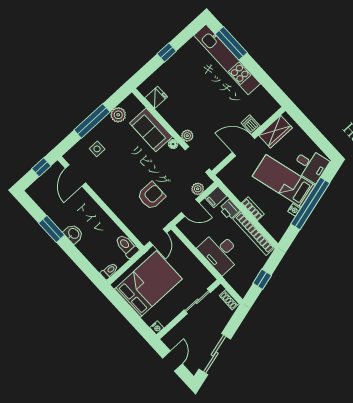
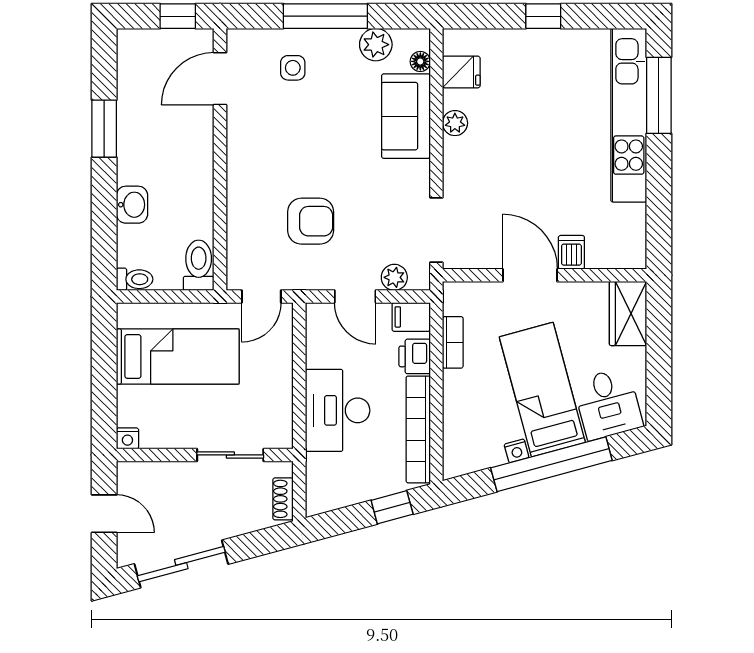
wardrobe: (276, 132) -> (628, 313), moved, turned 90
plant: (187, 136) -> (455, 123), moved
floor lamp: (173, 144) -> (420, 61), moved
bookcase: (253, 209) -> (453, 342), moved
washbasin: (73, 234) -> (132, 205), moved
window: (262, 279) -> (392, 507), moved
bed: (148, 284) -> (178, 356), width x0.67
door: (172, 361) -> (104, 514), hinge flipped

